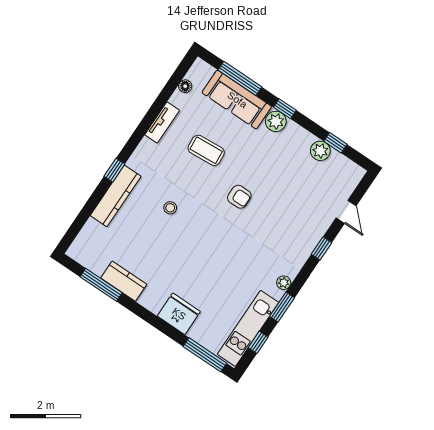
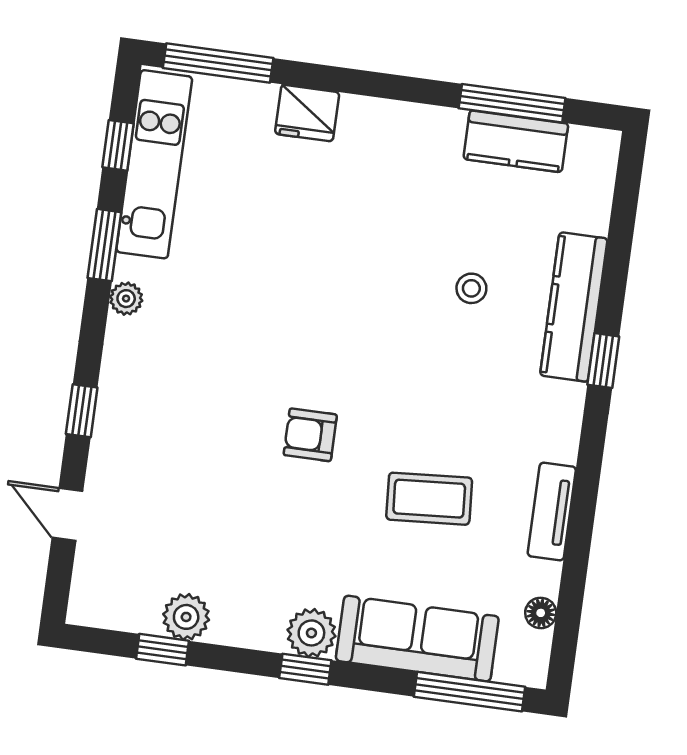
window: (240, 78) -> (469, 692), moved
stool: (170, 208) -> (471, 288), moved
kitchen counter: (124, 281) -> (516, 141), moved
fridge: (179, 314) -> (307, 113), width x0.73, depth x0.75

